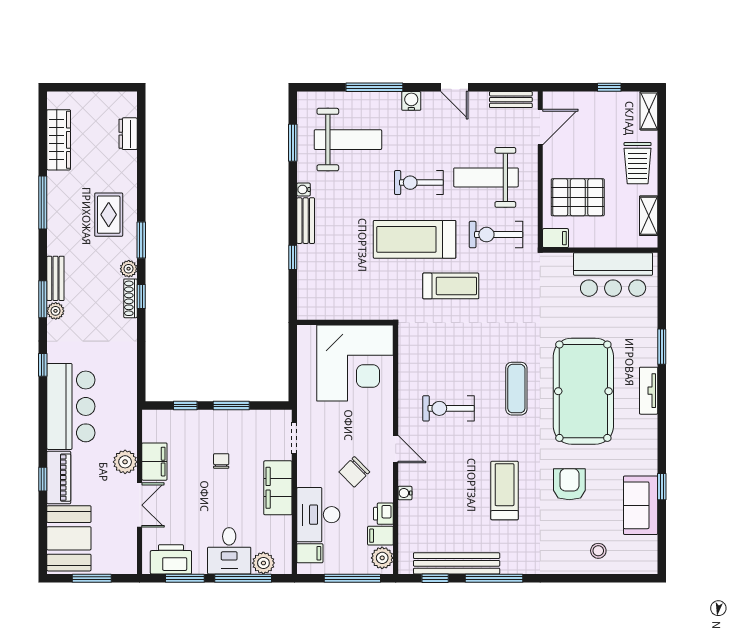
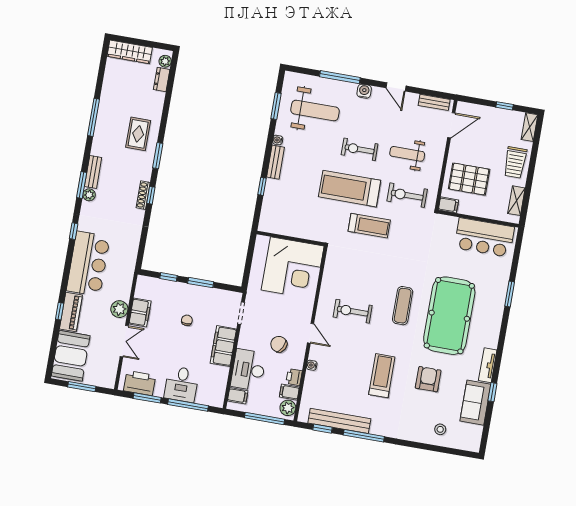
wardrobe: (59, 140) -> (130, 52), moved, turned 90
weight bench: (486, 177) -> (407, 154), width x0.73, depth x0.75
plant: (129, 269) -> (165, 61), moved
tv unit: (649, 391) -> (488, 365), moved
chair: (354, 472) -> (279, 344), turned 73
plant: (263, 563) -> (204, 397), removed

